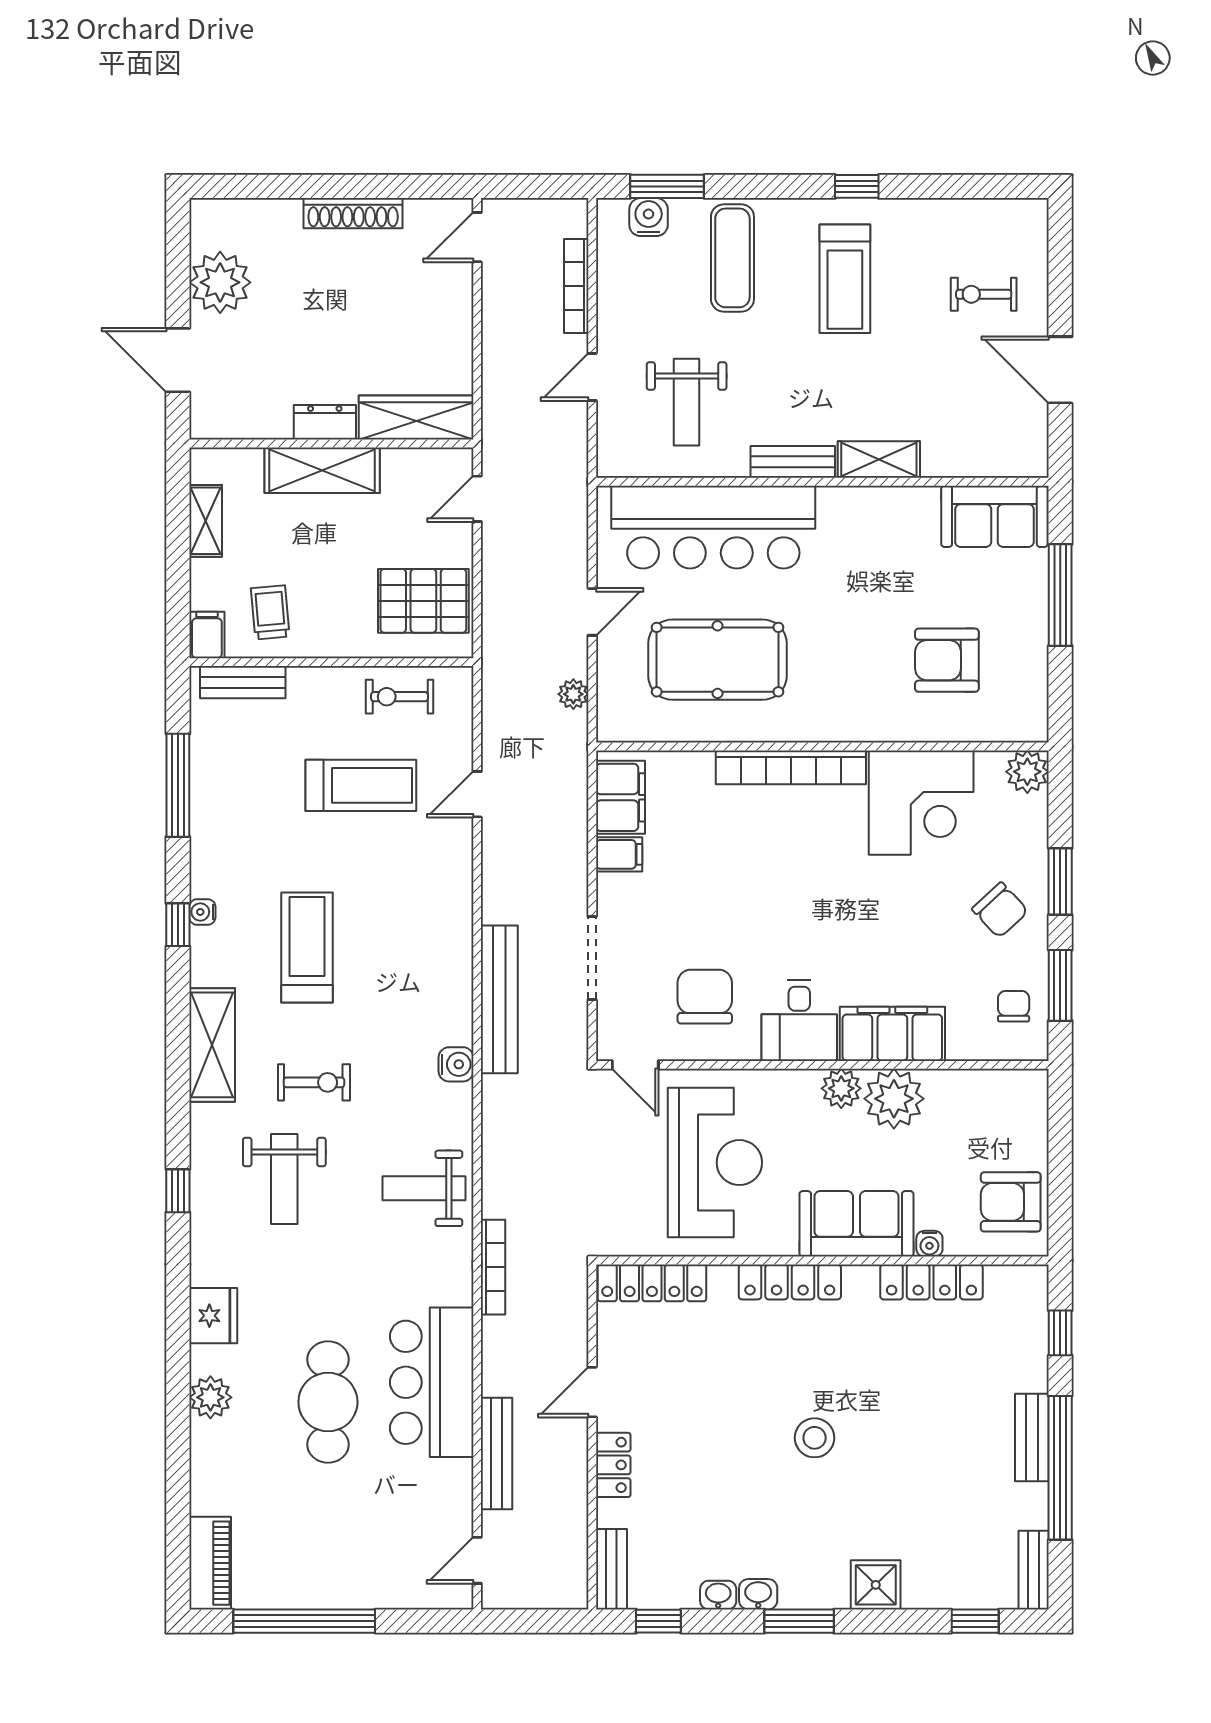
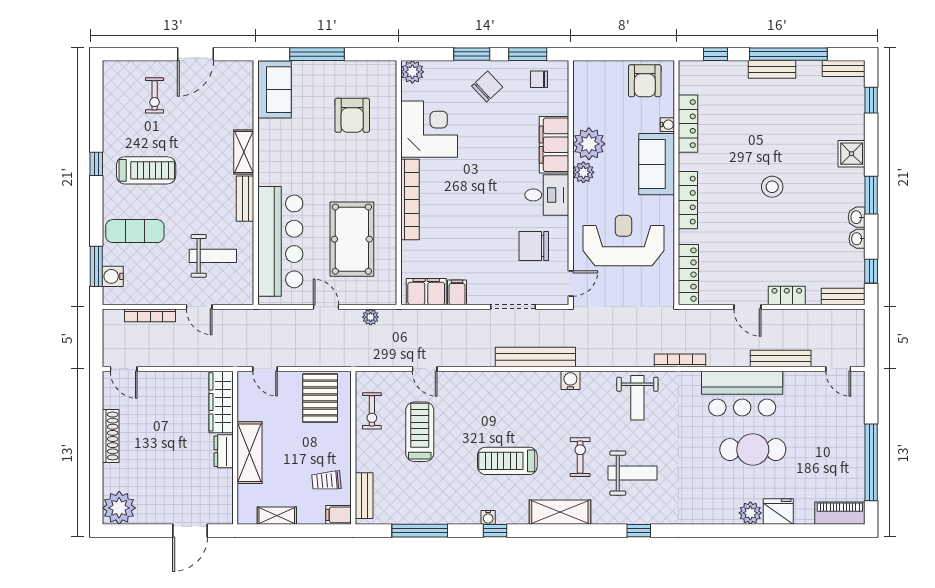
plant: (220, 282) -> (119, 508), moved
fridge: (213, 1316) -> (778, 512), moved

